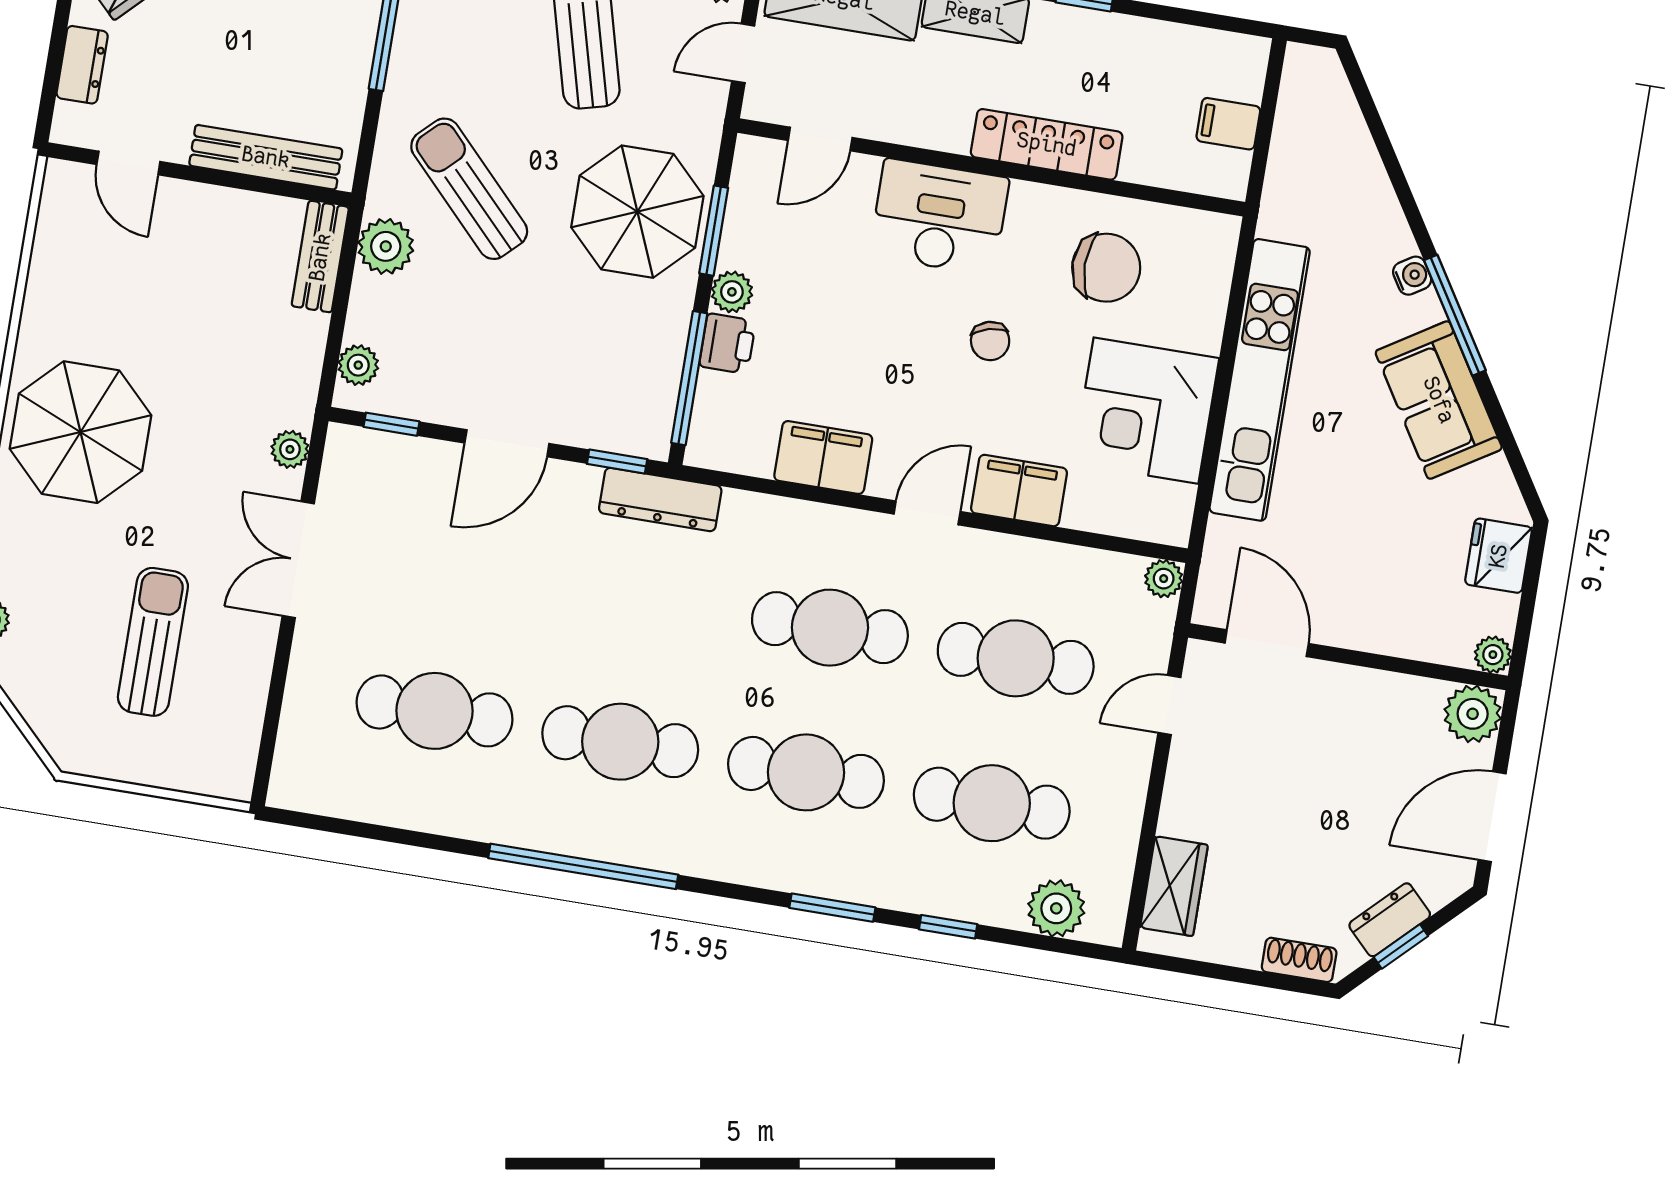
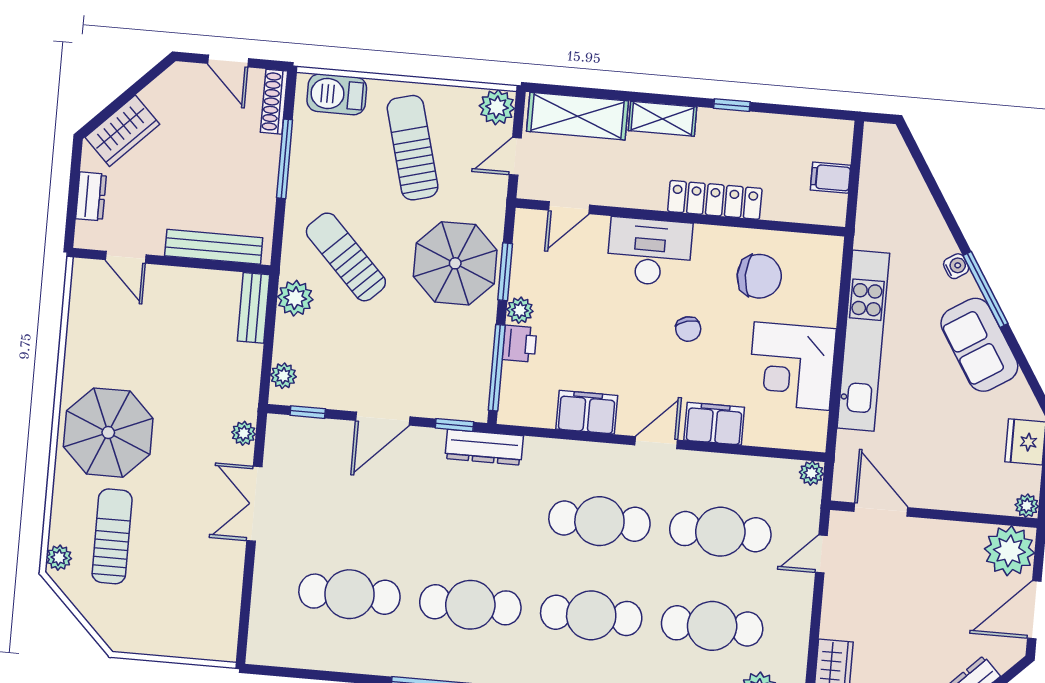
sun lounger: (153, 642) -> (112, 536), moved
plant: (1473, 714) -> (1009, 551), width x1.36, depth x1.36

